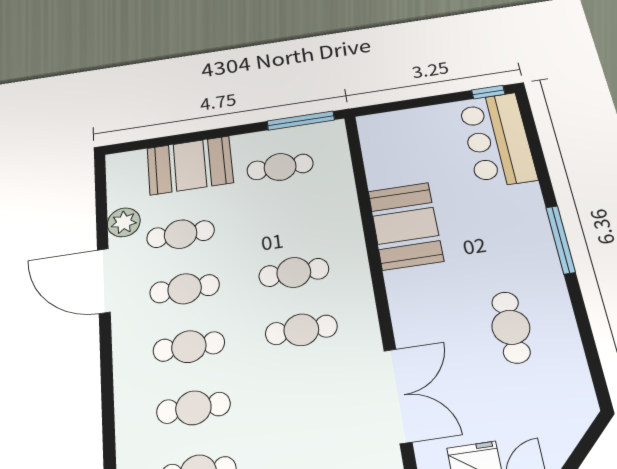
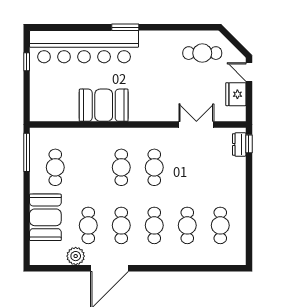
window: (488, 92) -> (27, 62), moved
bar counter: (497, 140) -> (84, 47), width x1.86
window: (561, 240) -> (125, 27), width x0.69
cafe table: (511, 327) -> (202, 53), moved
double door: (398, 396) -> (196, 125), width x0.73

